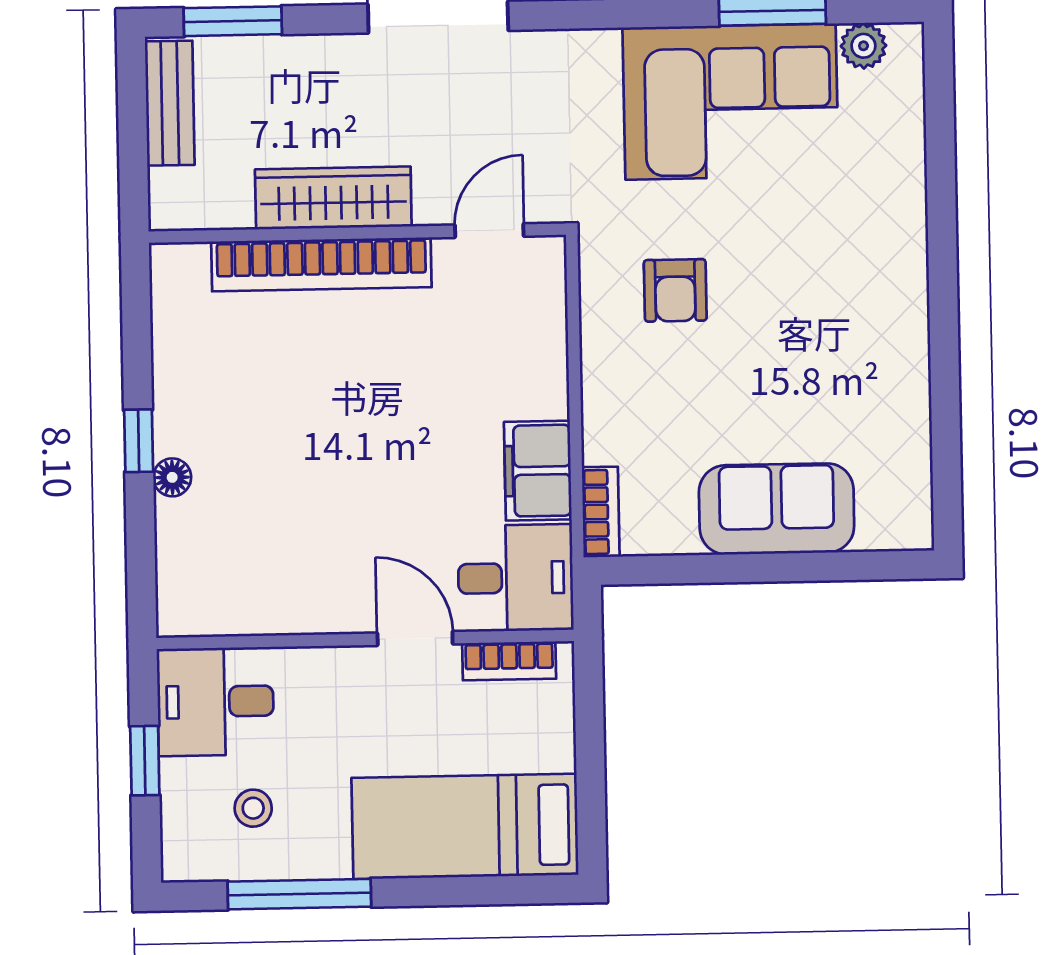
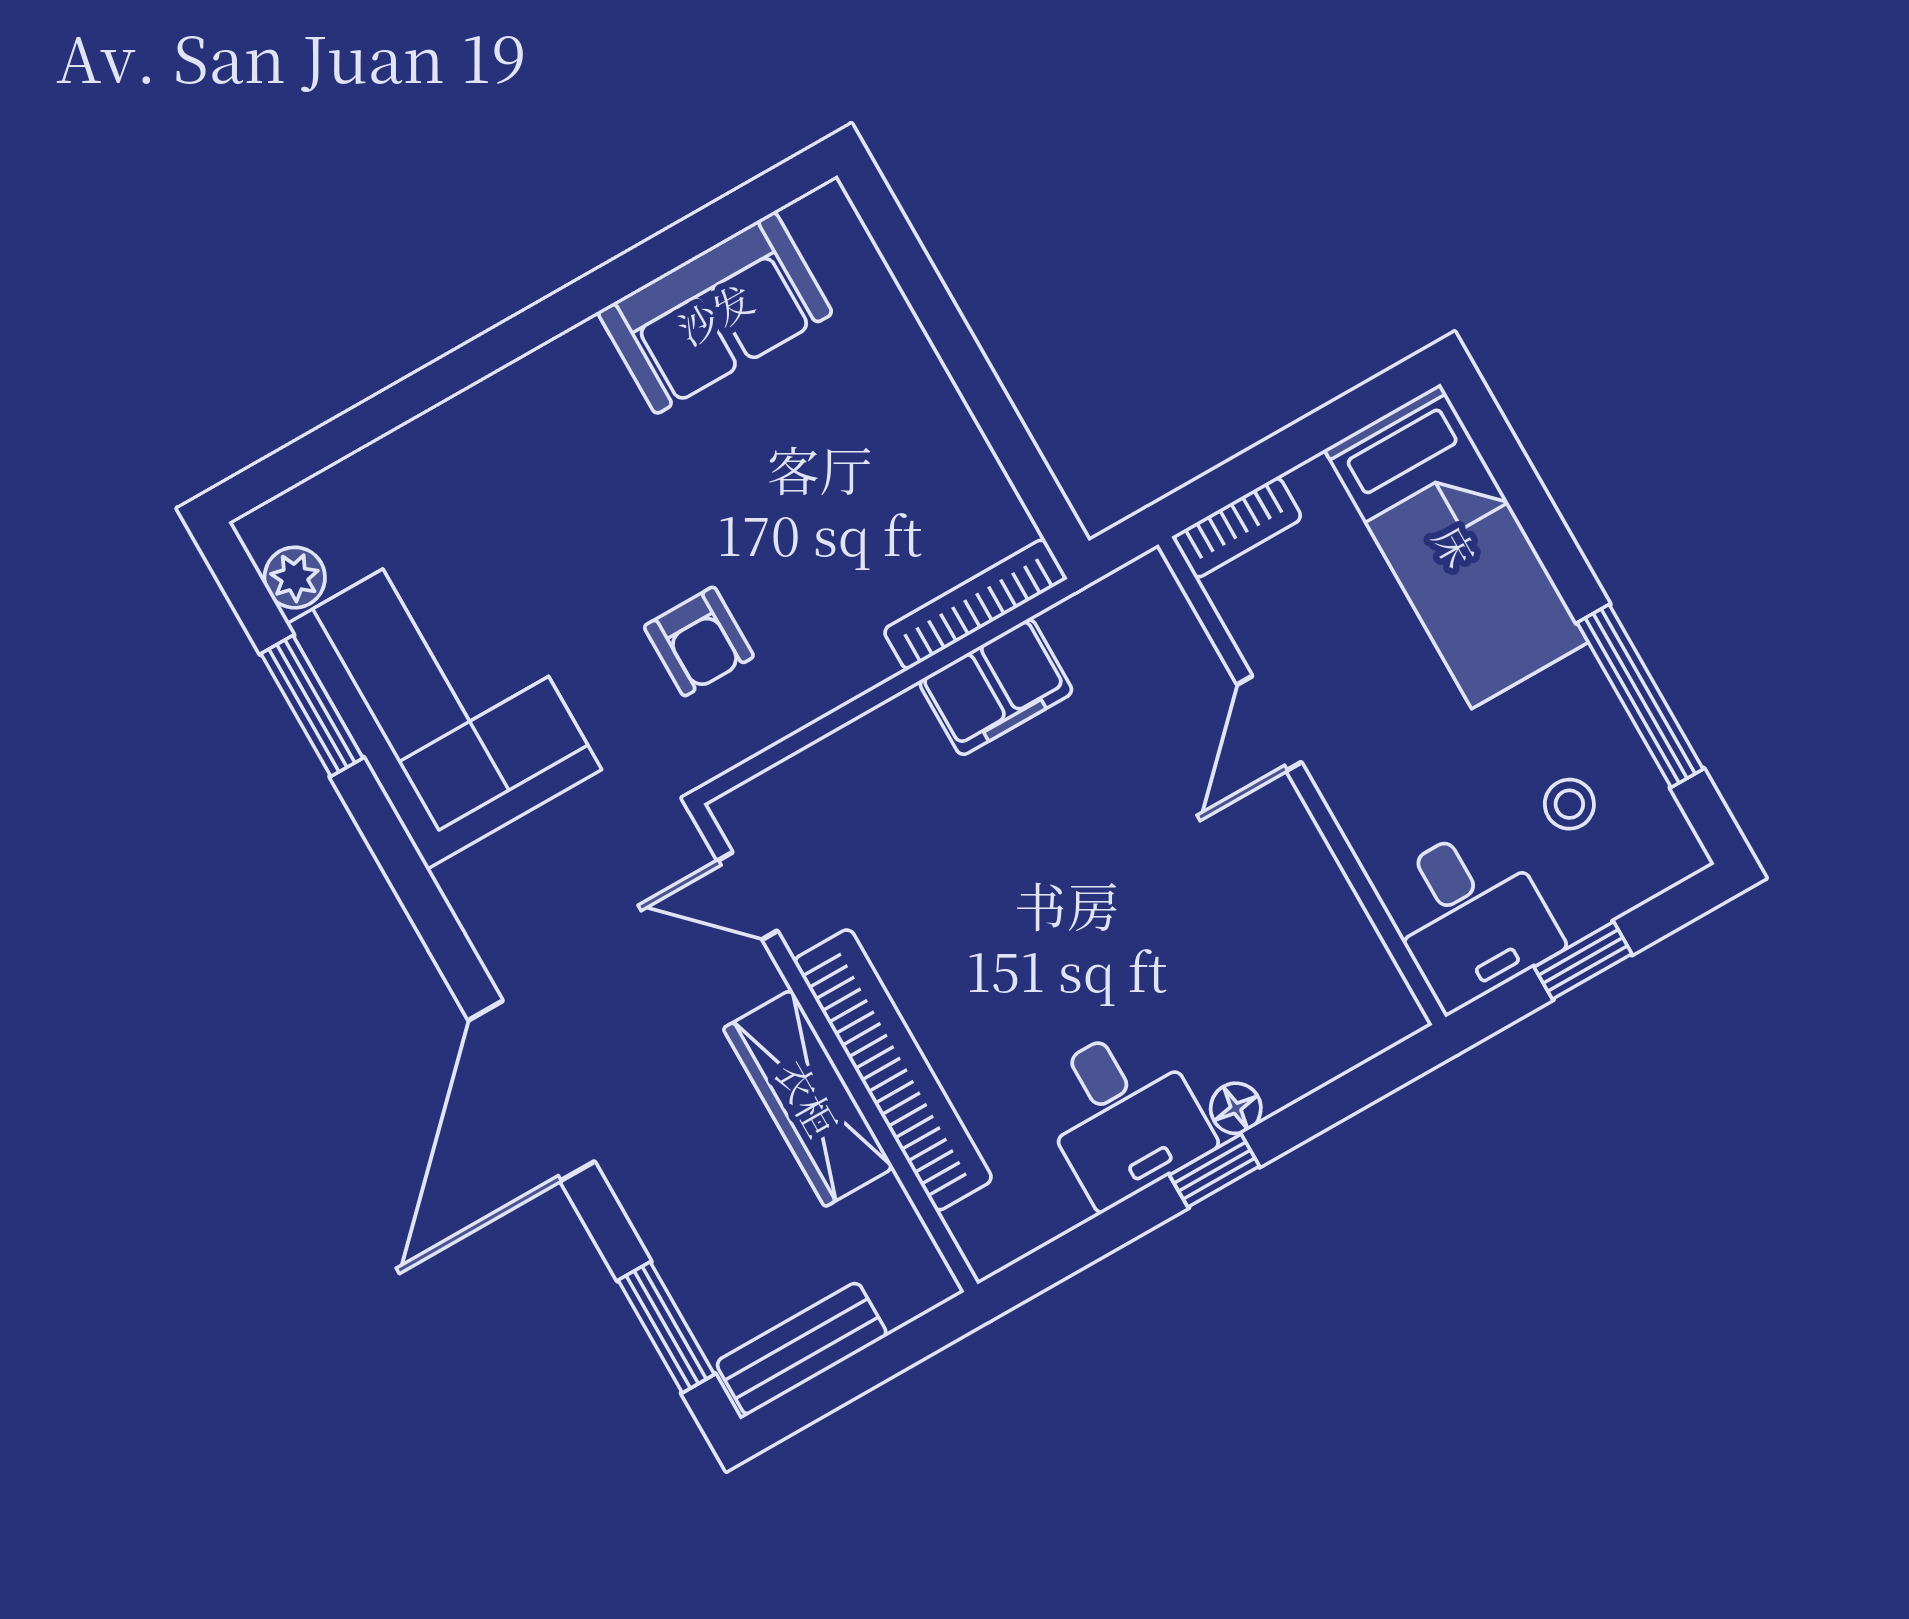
armchair: (675, 290) -> (699, 641), turned 90
sofa: (777, 509) -> (715, 313), moved, turned -90
bookcase: (601, 512) -> (975, 604), width x1.56
desk: (516, 578) -> (1123, 1114), moved, turned 180
bookcase: (509, 661) -> (1237, 528), moved, turned 90

